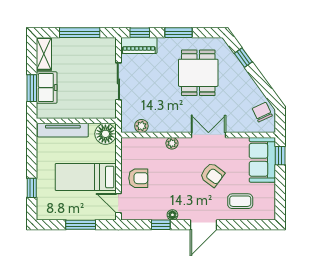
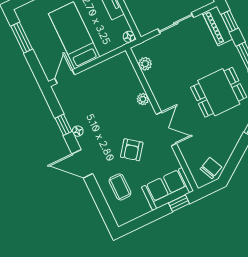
floor lamp: (105, 134) -> (129, 37), width x0.53, depth x0.53
armchair: (138, 178) -> (96, 84), removed
window: (81, 225) -> (22, 38), moved

